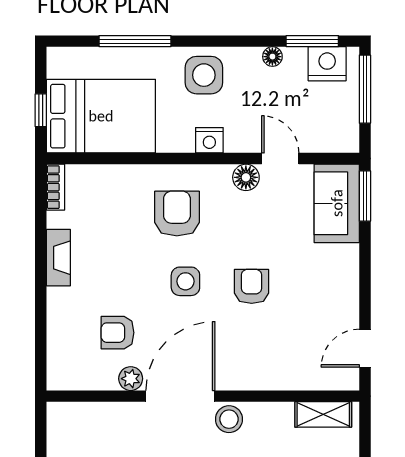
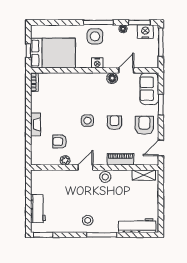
window: (135, 41) -> (98, 22), moved
door: (280, 159) -> (126, 70), hinge flipped
window: (365, 196) -> (161, 105), moved
armchair: (177, 213) -> (144, 125), moved
fireplace: (58, 258) -> (36, 124), moved
piano: (266, 376) -> (120, 159), added
door: (180, 396) -> (85, 167), width x0.53

